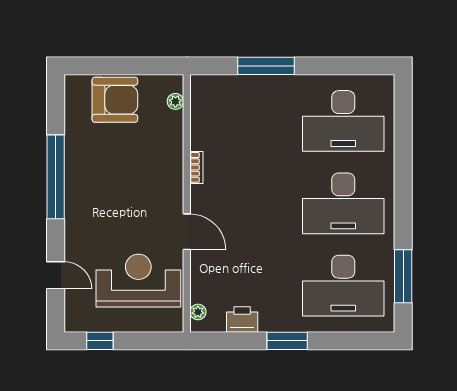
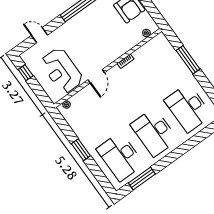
door: (56, 275) -> (40, 35), swing flipped
reception desk: (138, 281) -> (62, 71), turned 180
printer: (242, 319) -> (76, 125), removed

